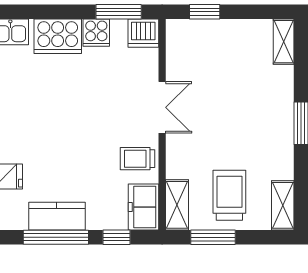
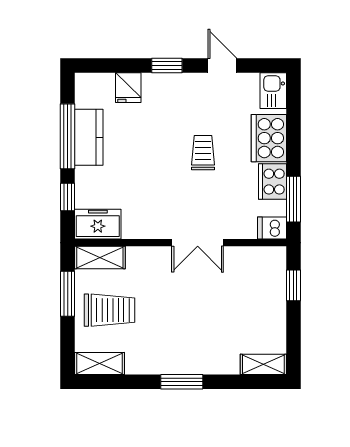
cooker: (96, 33) -> (272, 182), width x1.36
dishwasher: (143, 33) -> (272, 228), width x0.73
trolley: (138, 159) -> (203, 153), moved

